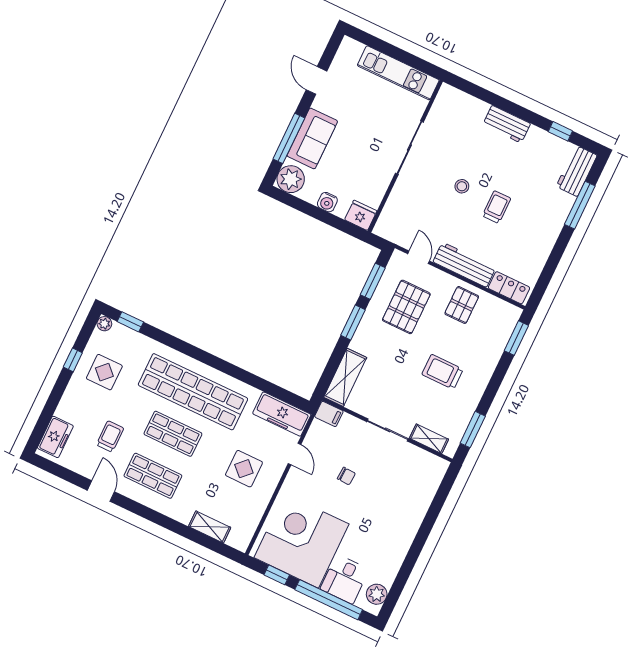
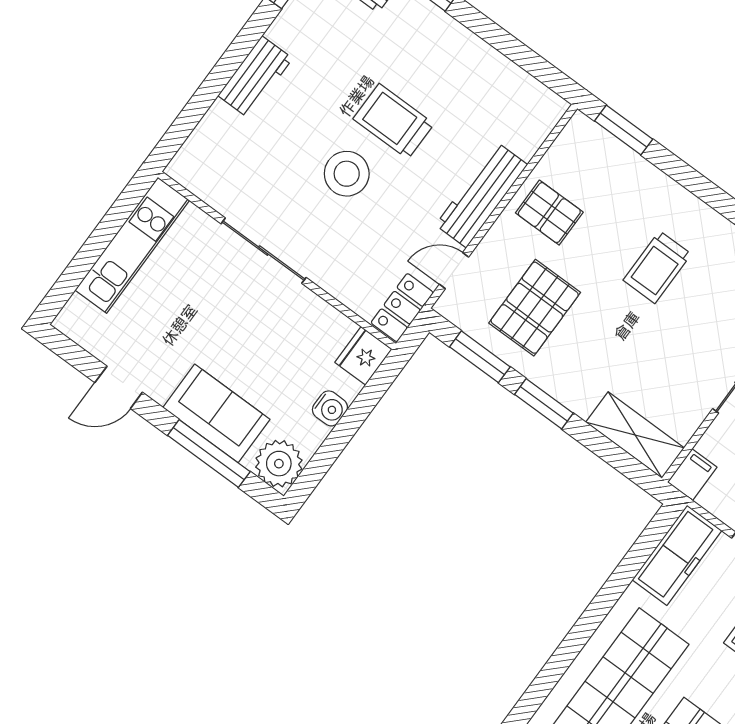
stool: (462, 186) -> (347, 174), width x1.89, depth x1.89
trolley: (497, 207) -> (394, 121), width x1.36, depth x1.39
locker: (509, 288) -> (402, 308), moved
pallet: (406, 307) -> (535, 308), turned 90

